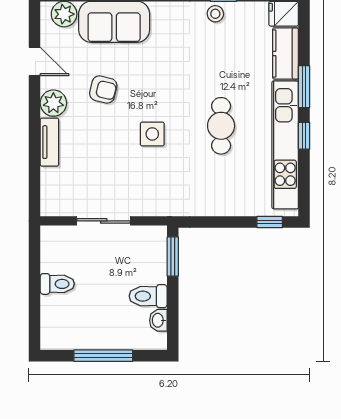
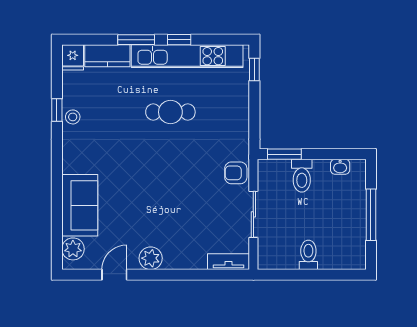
armchair: (103, 90) -> (236, 173), moved, turned -104
side table: (152, 134) -> (178, 172), removed
tv unit: (49, 142) -> (228, 262), moved
toilet: (148, 296) -> (302, 176), moved

